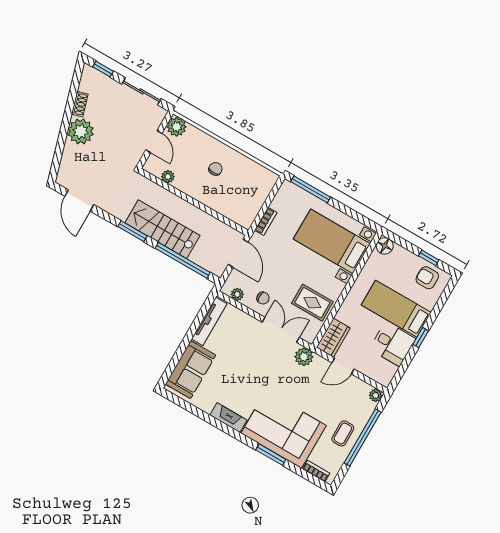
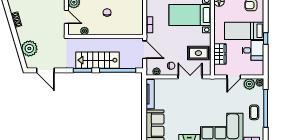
plant: (81, 131) -> (29, 48), moved
wardrobe: (333, 338) -> (220, 54), moved
plant: (304, 357) -> (249, 84), moved

